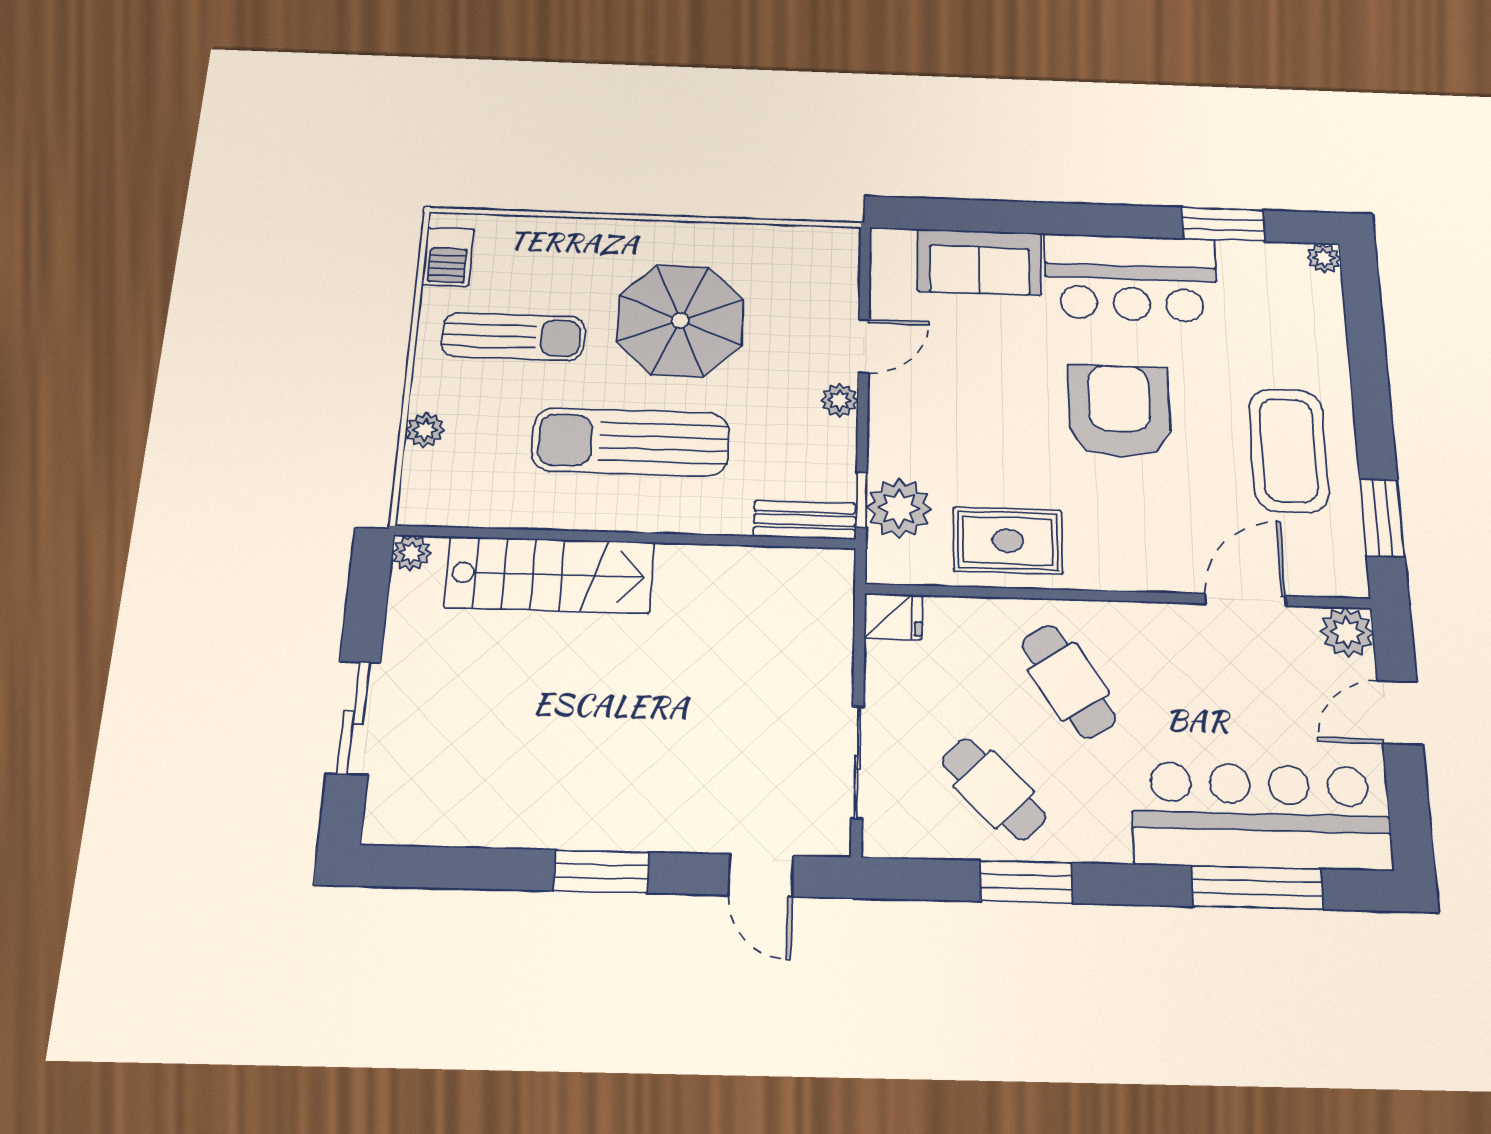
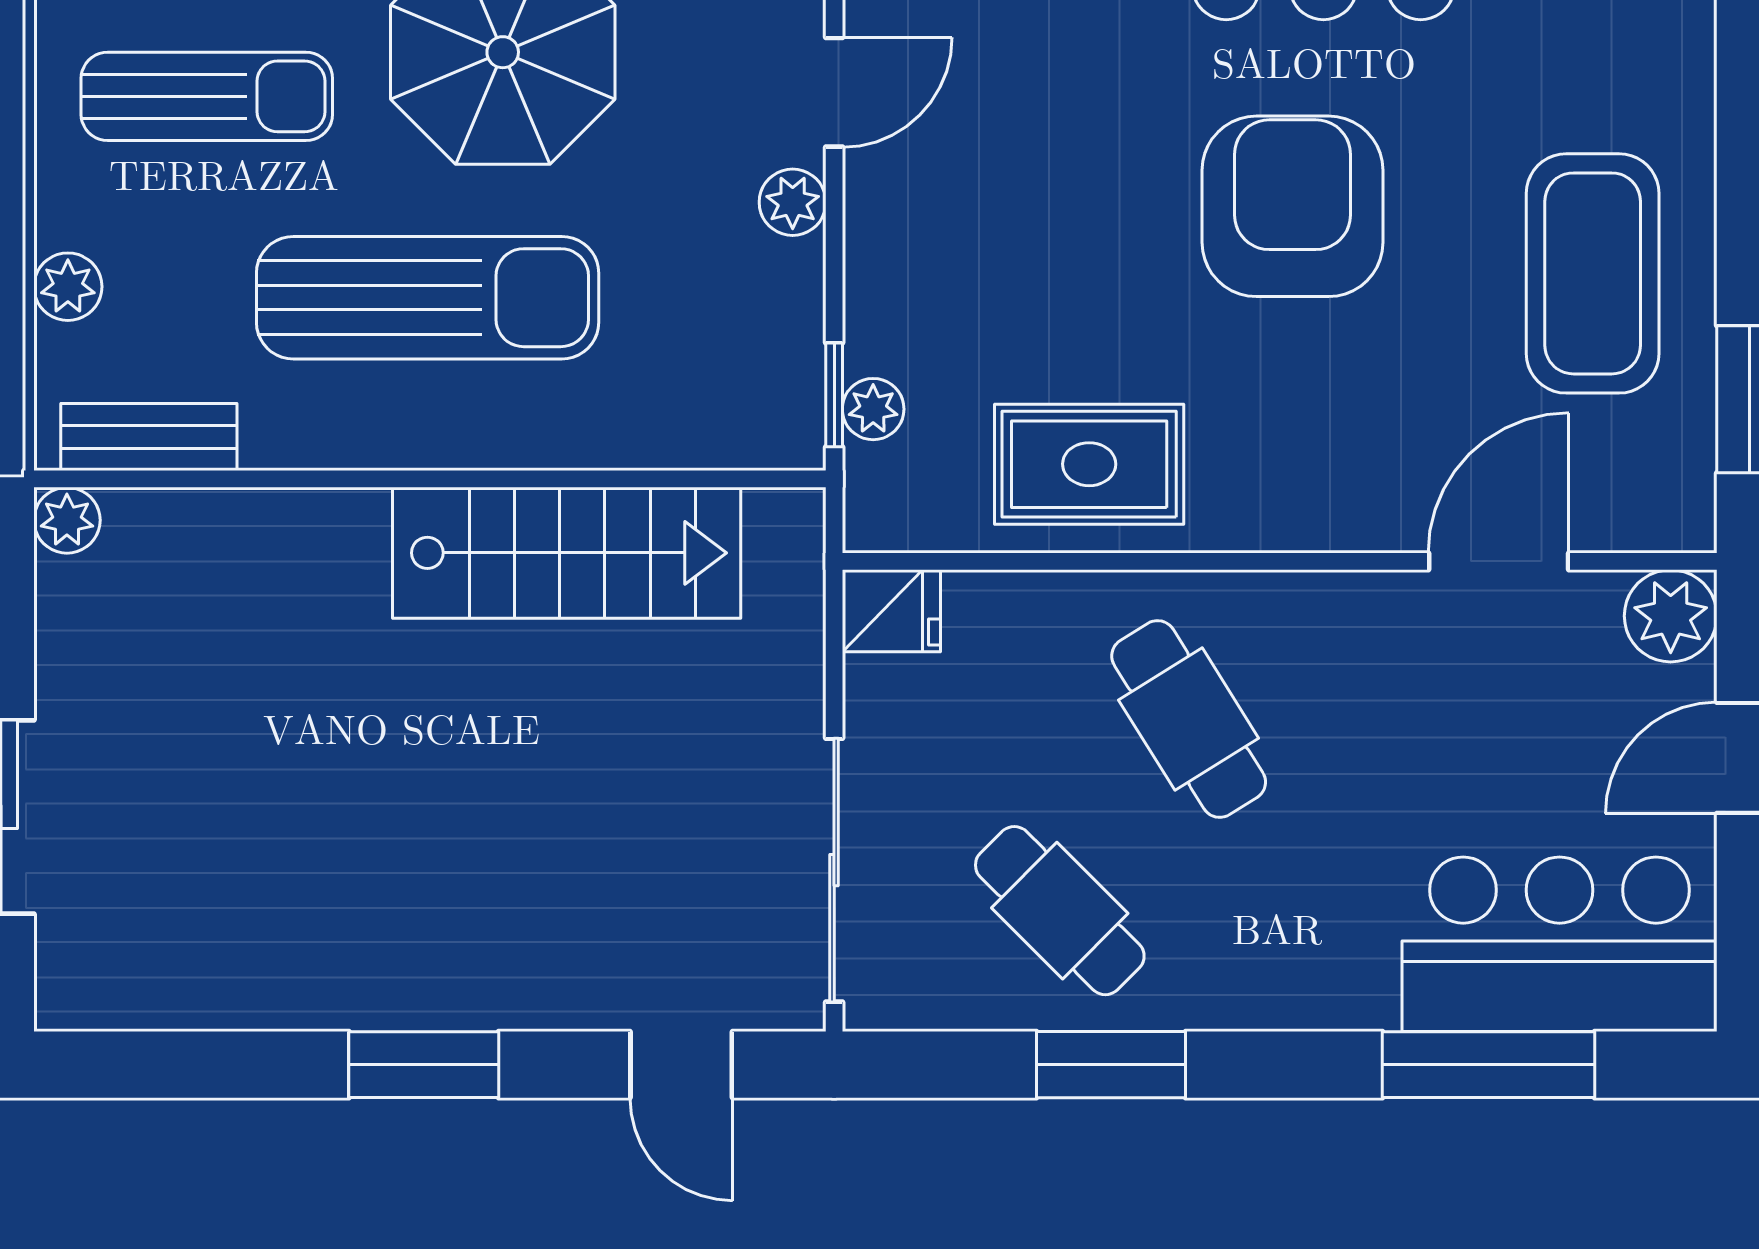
sun lounger: (631, 442) -> (428, 298), turned 180
plant: (899, 508) -> (873, 409), width x0.53, depth x0.53
bench: (805, 520) -> (149, 437), moved
stairs: (549, 575) -> (567, 553), moved
sliding door: (857, 762) -> (834, 870), width x1.37
bar counter: (1261, 816) -> (1560, 944), width x0.73

